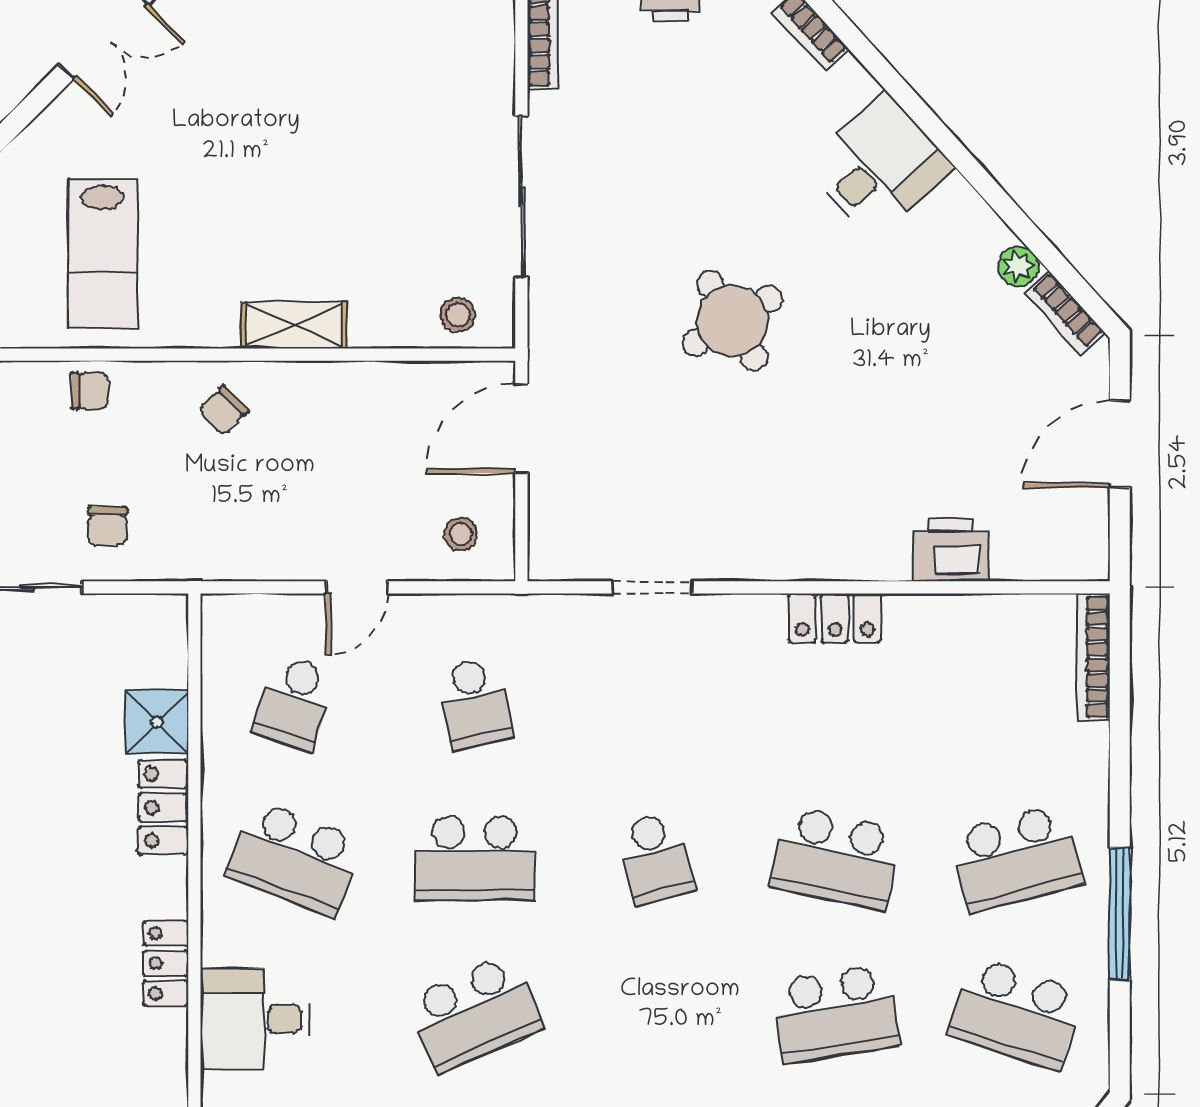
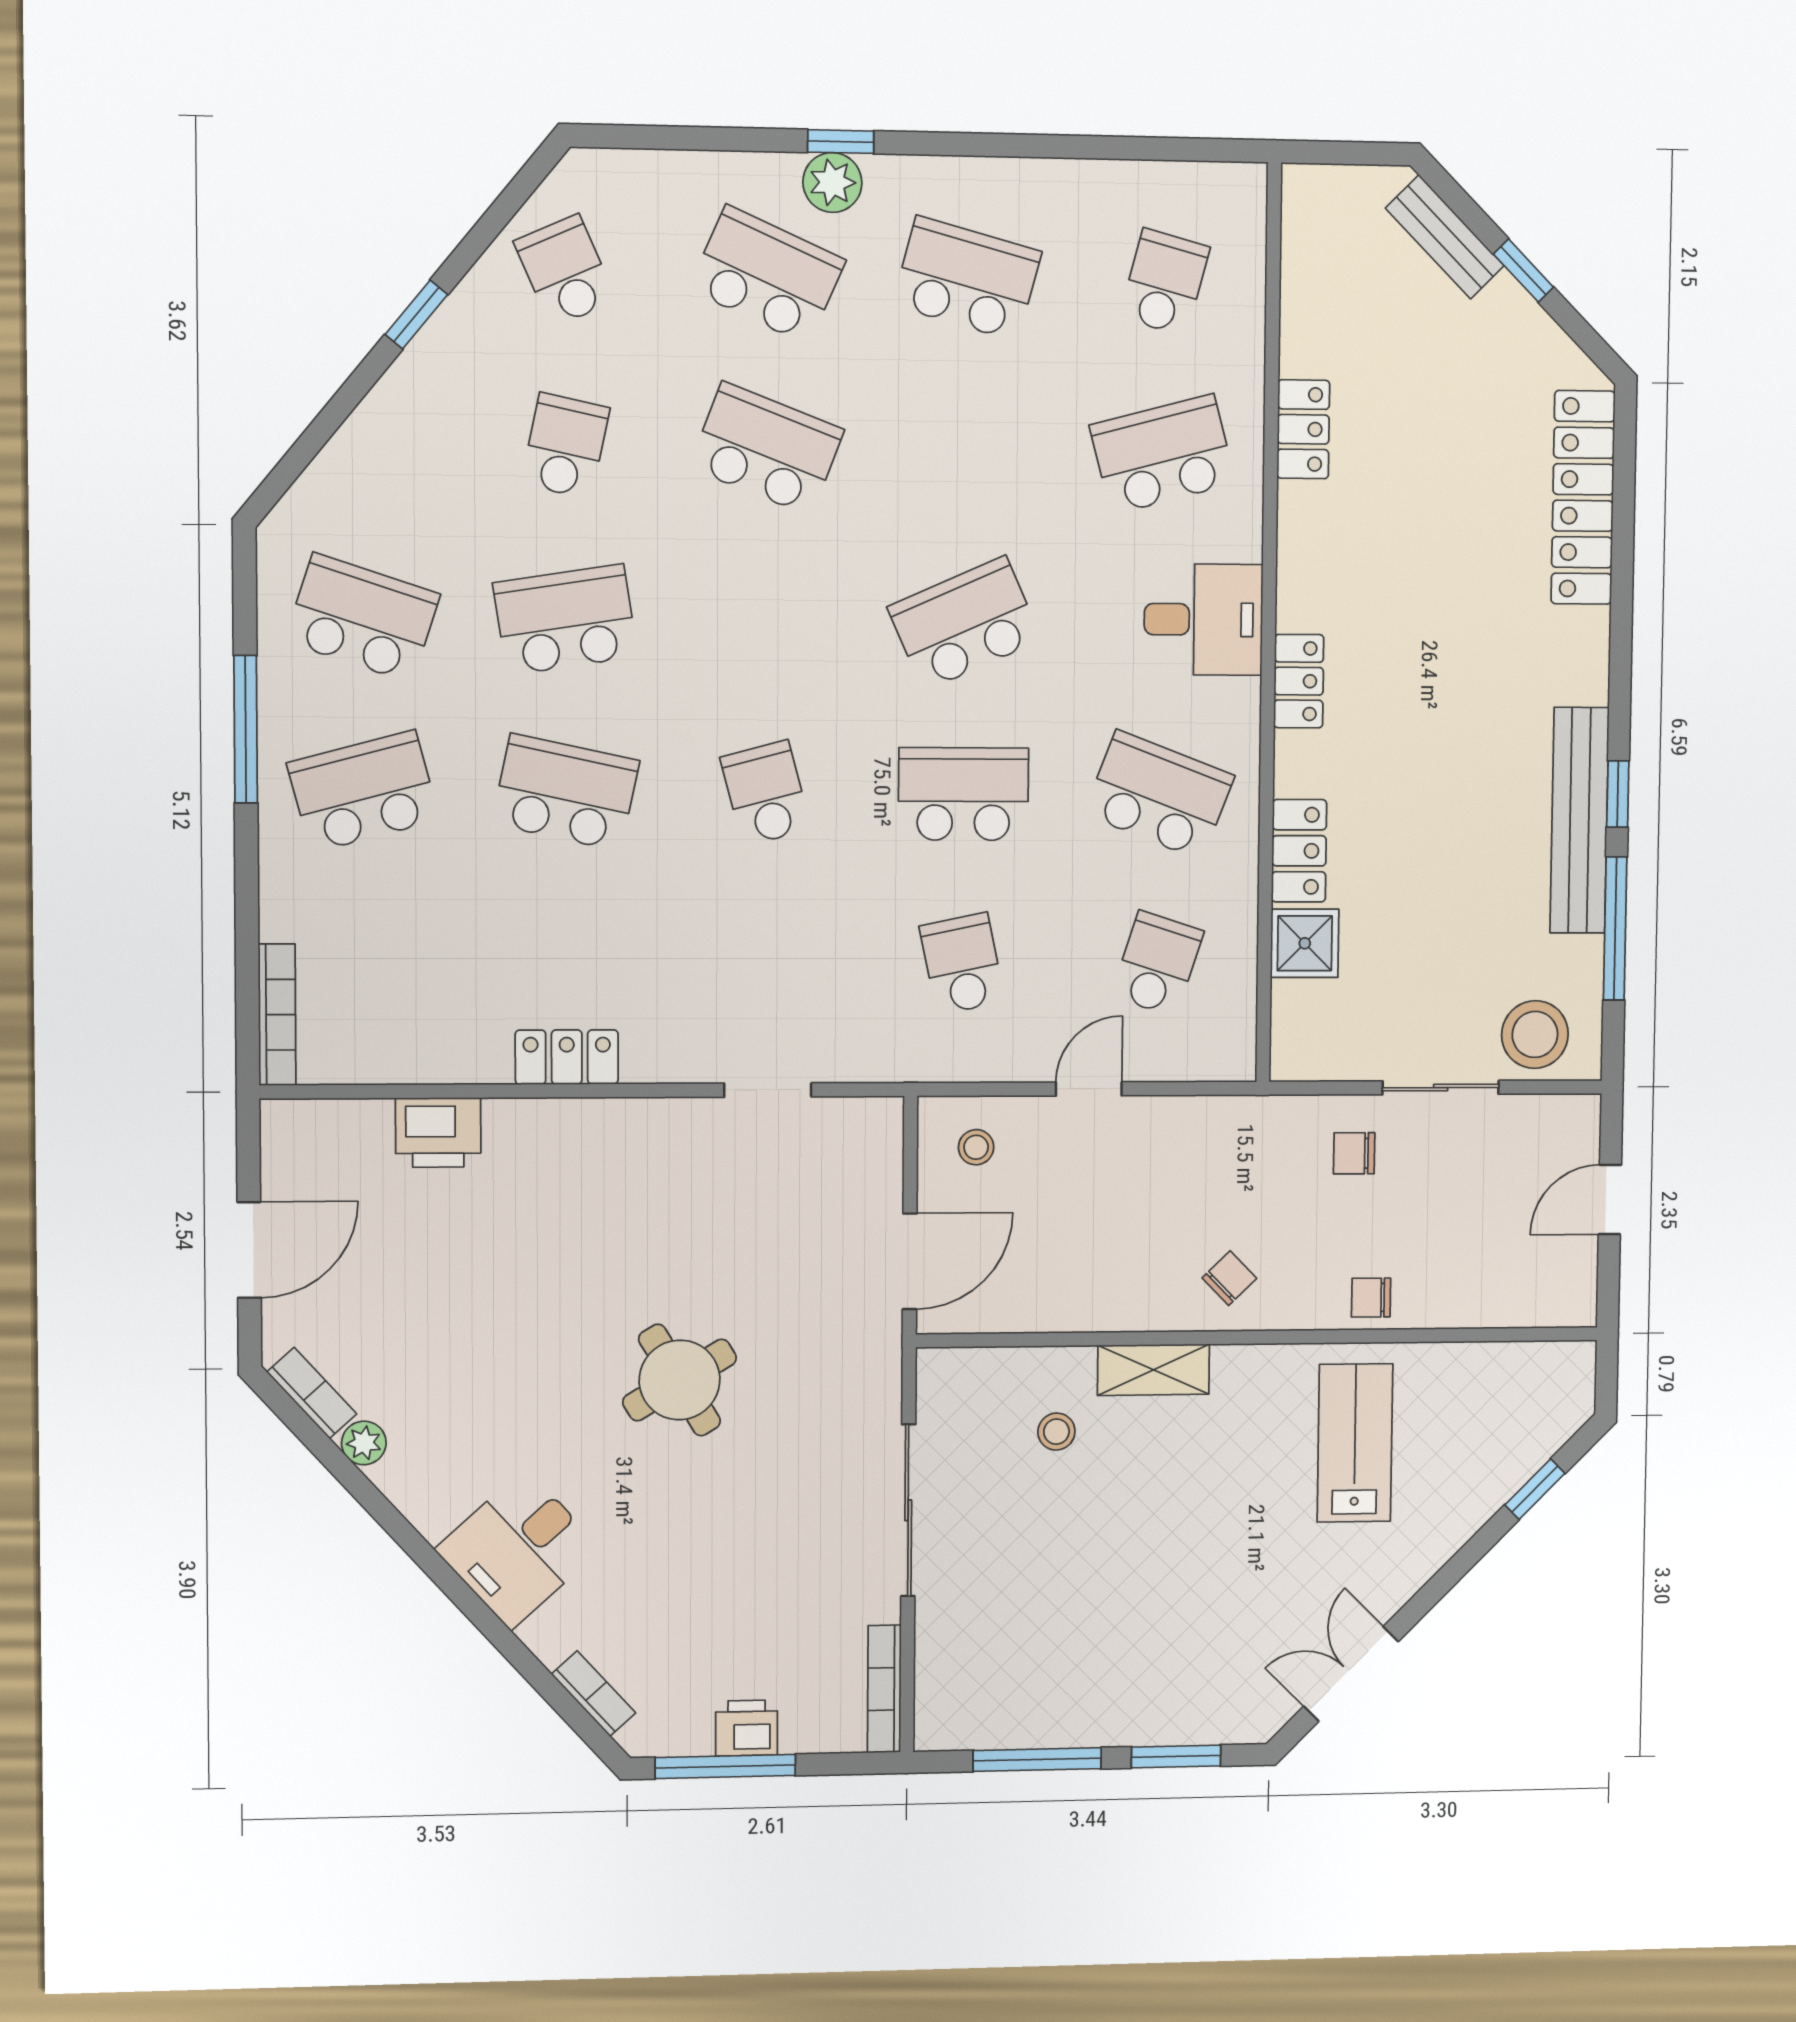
stool: (458, 315) -> (1056, 1432), moved
chair: (108, 526) -> (1354, 1153), turned -90

